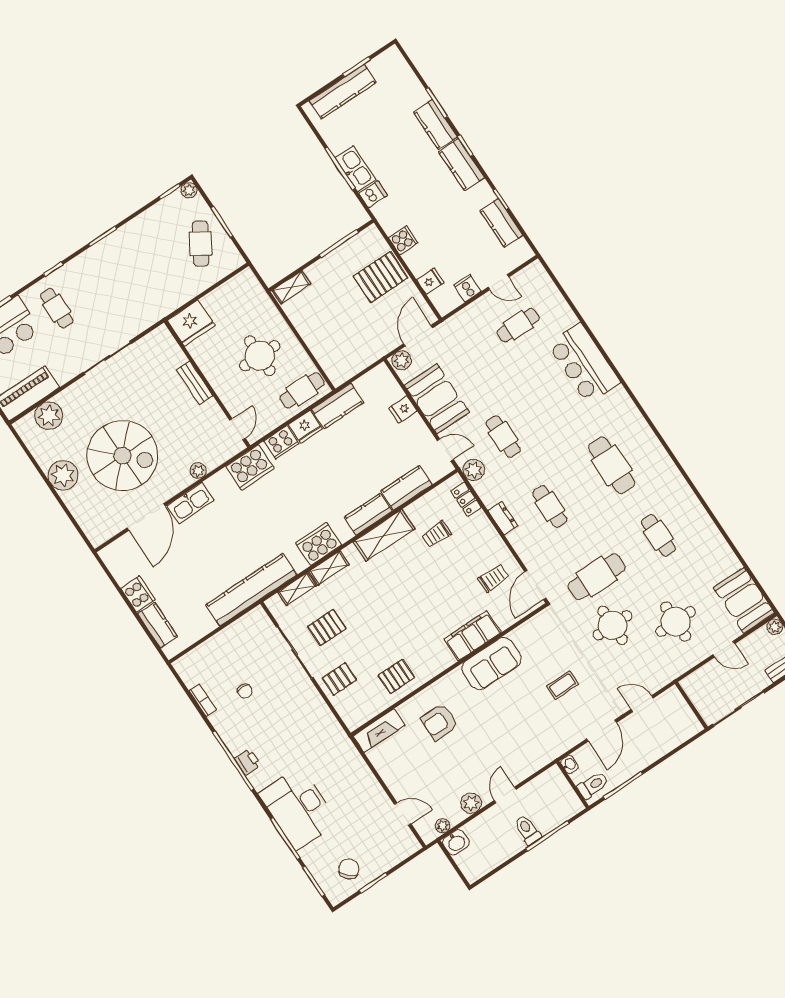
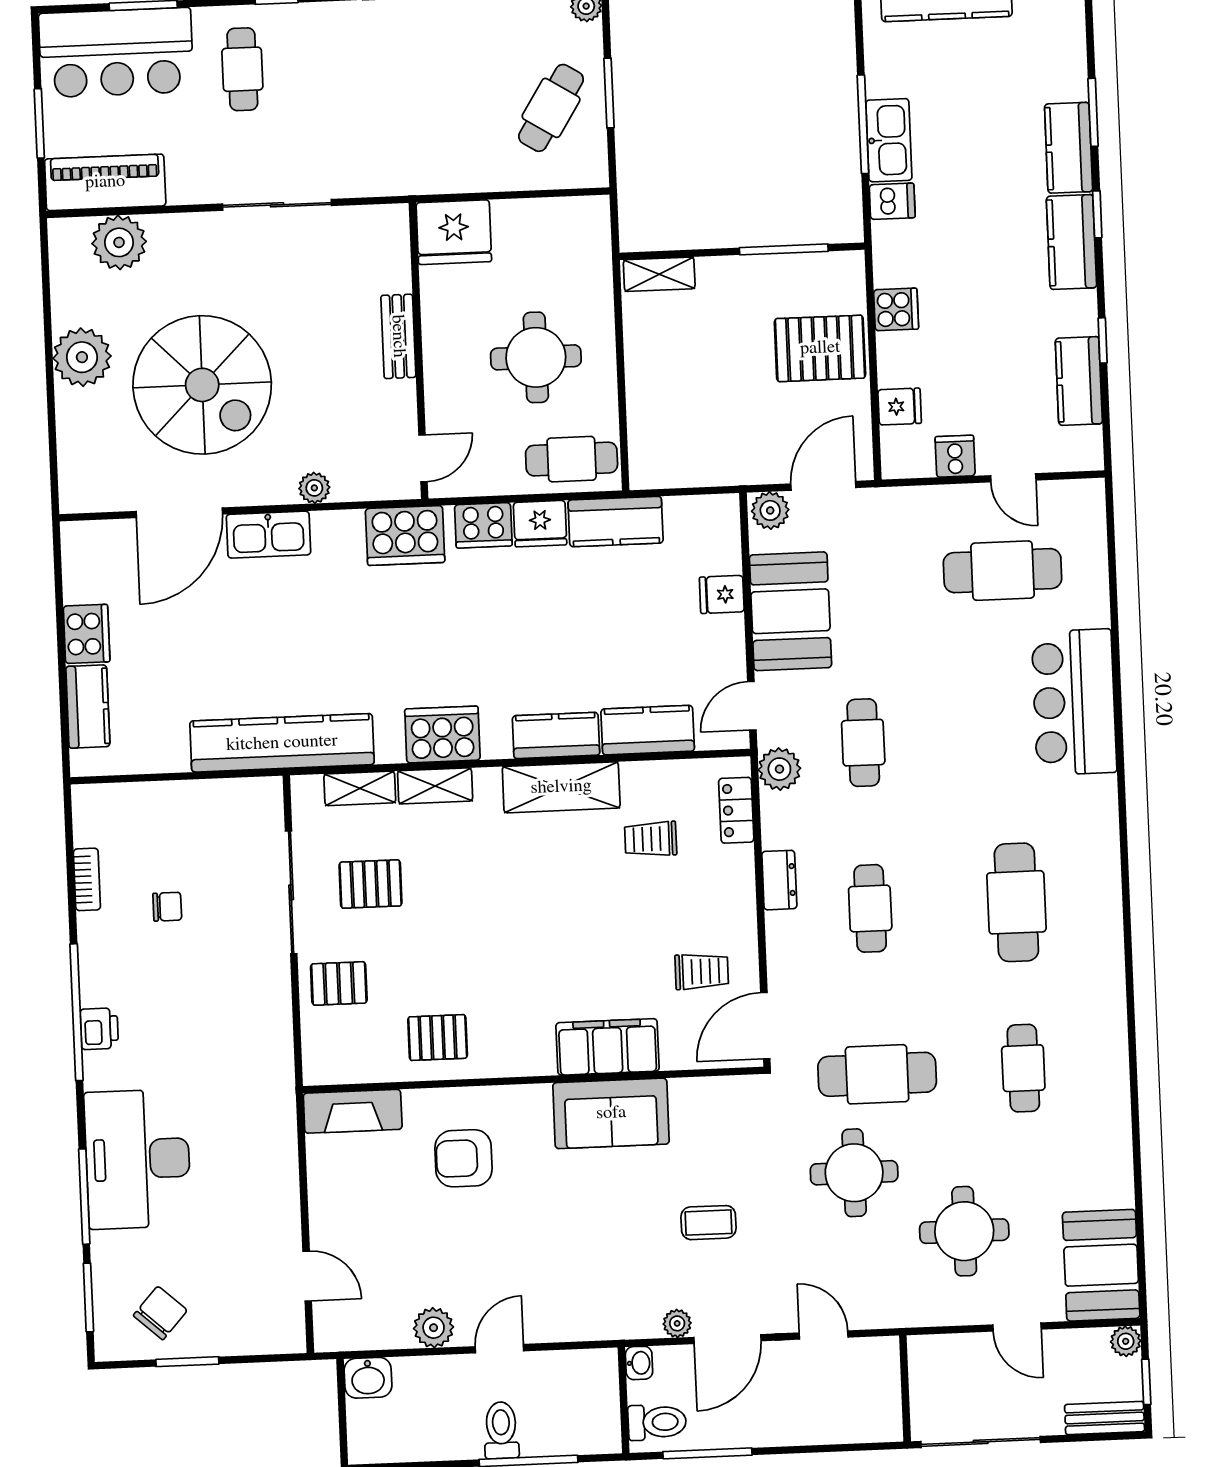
cafe table: (518, 325) -> (1003, 571), width x1.37, depth x1.35
door: (445, 450) -> (752, 706), swing flipped
chair: (245, 691) -> (167, 907), turned -90
plant: (443, 826) -> (677, 1323), moved

